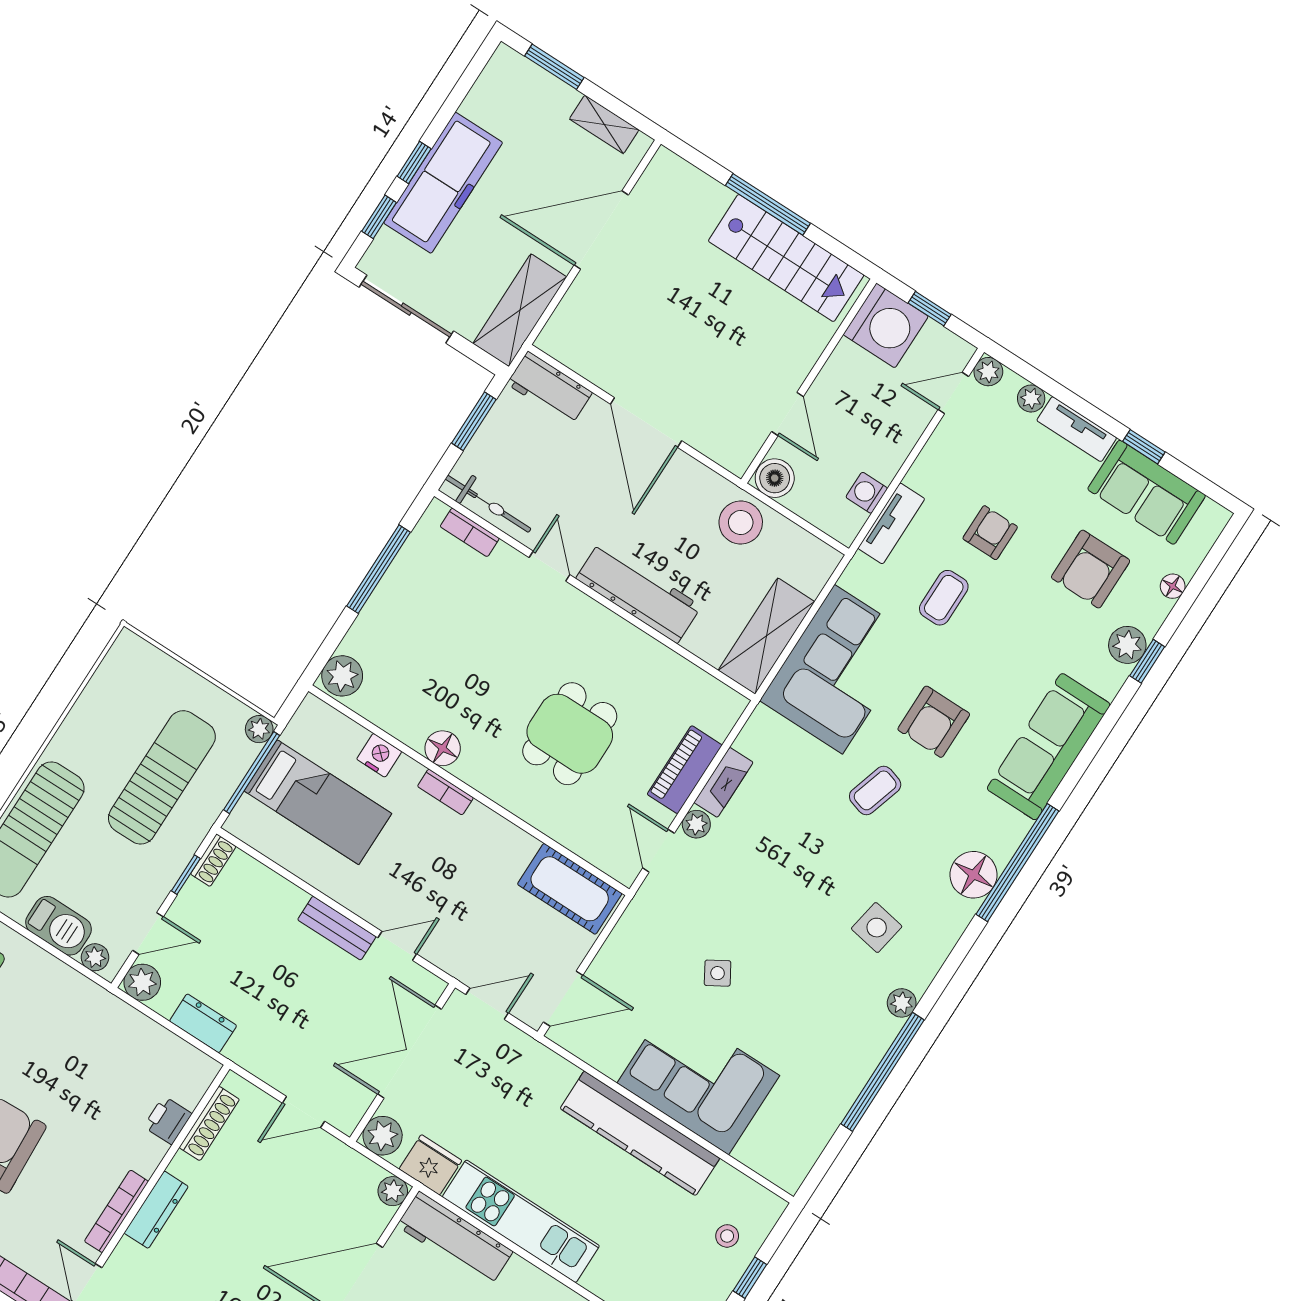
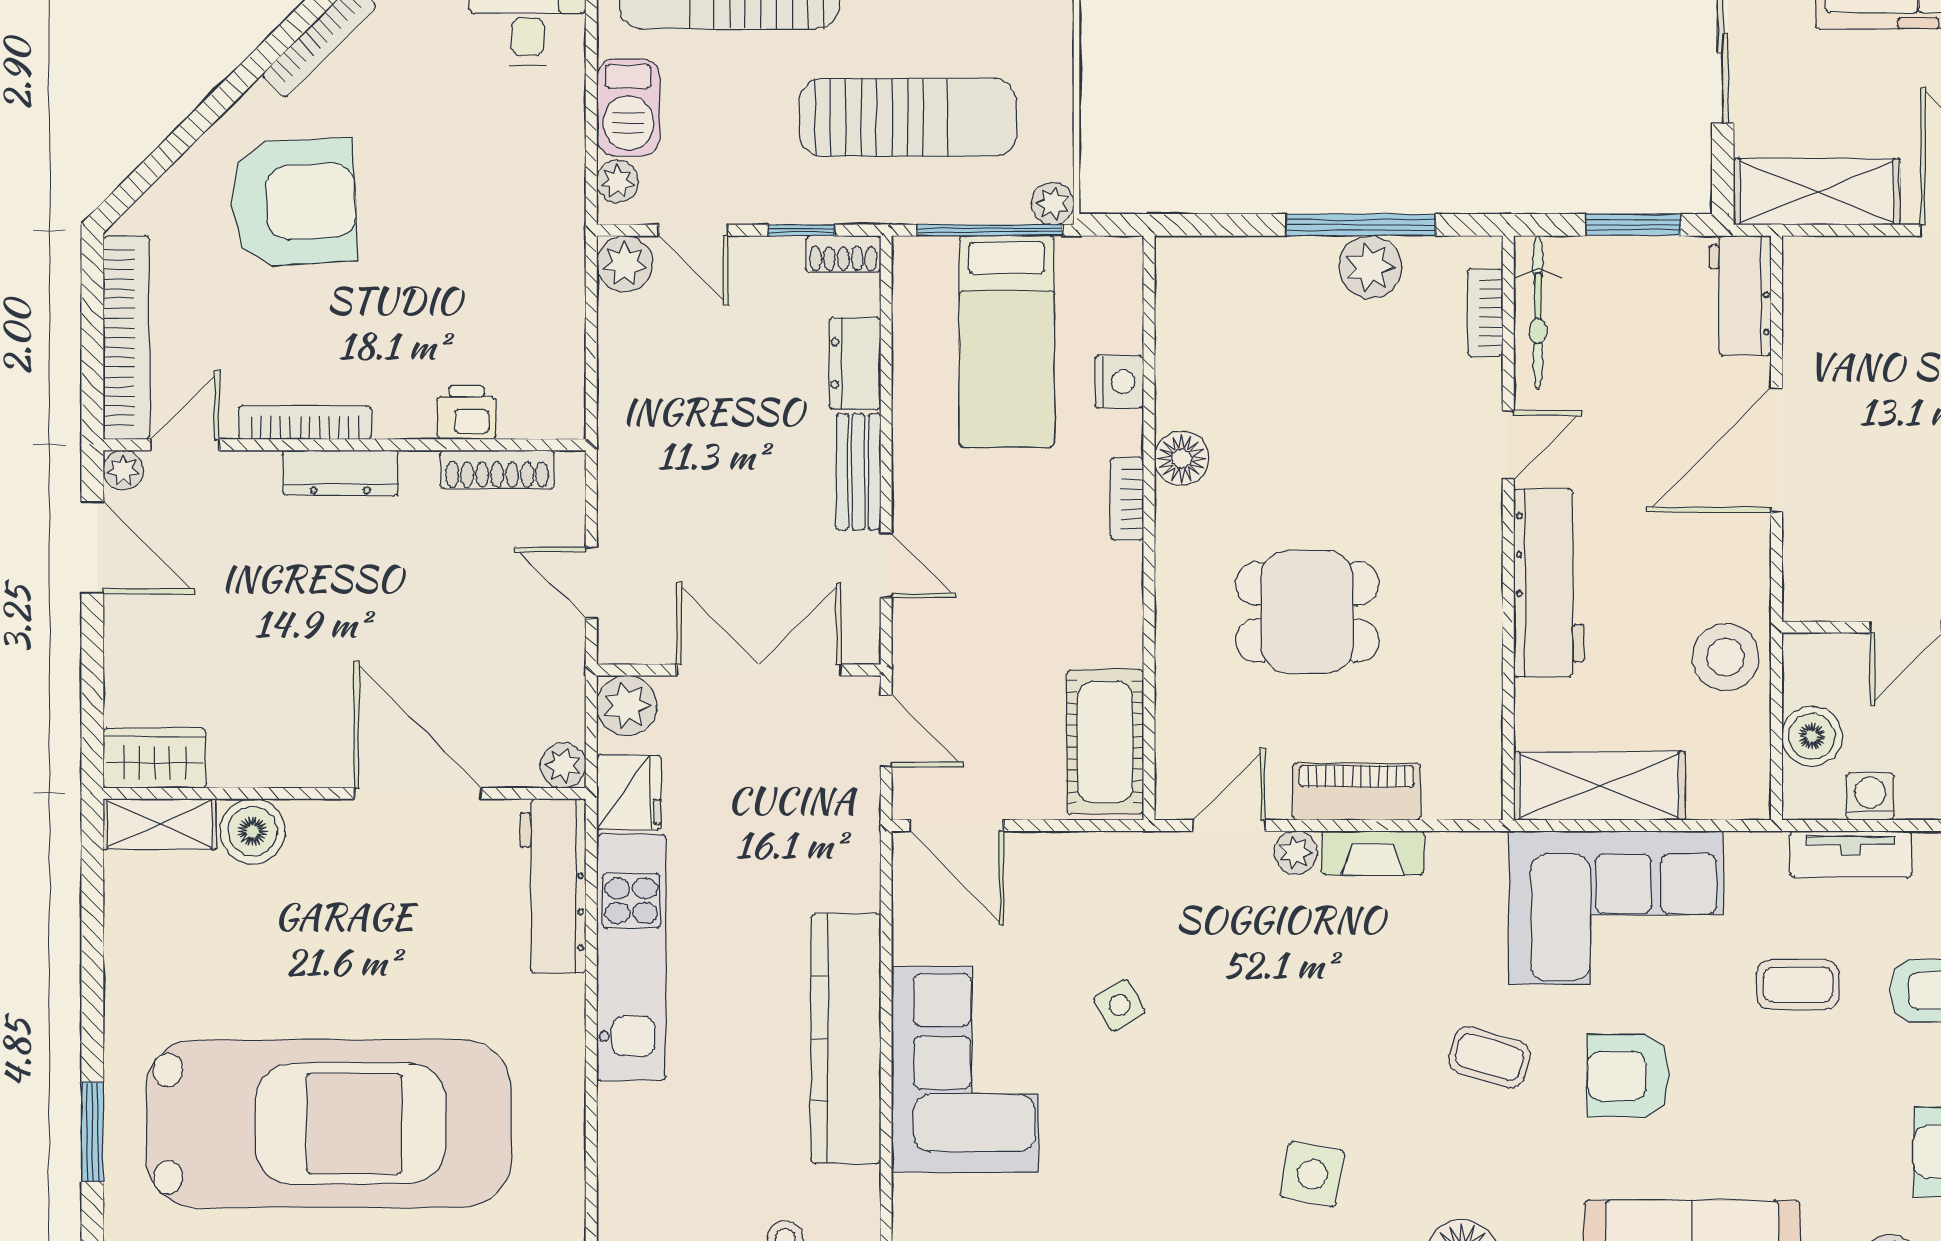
boiler: (775, 478) -> (1812, 736), moved
plant: (342, 676) -> (1370, 267), moved
dresser: (203, 1023) -> (855, 363), moved, turned 180

